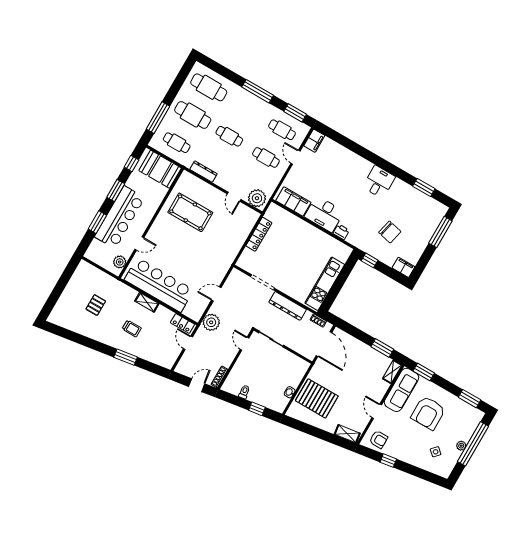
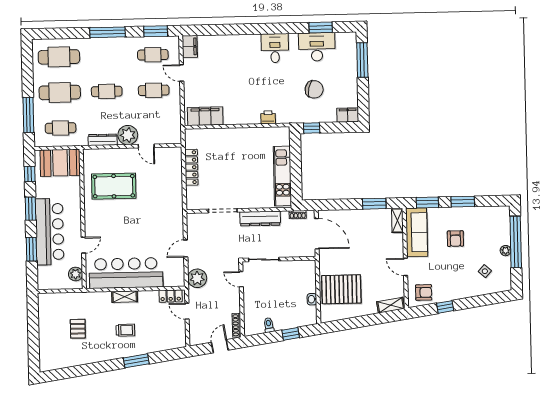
plant: (257, 198) -> (128, 135), moved
desk: (324, 214) -> (317, 47), moved, turned 180
window: (469, 399) -> (463, 202), moved
armchair: (428, 413) -> (455, 239), width x0.53, depth x0.53

